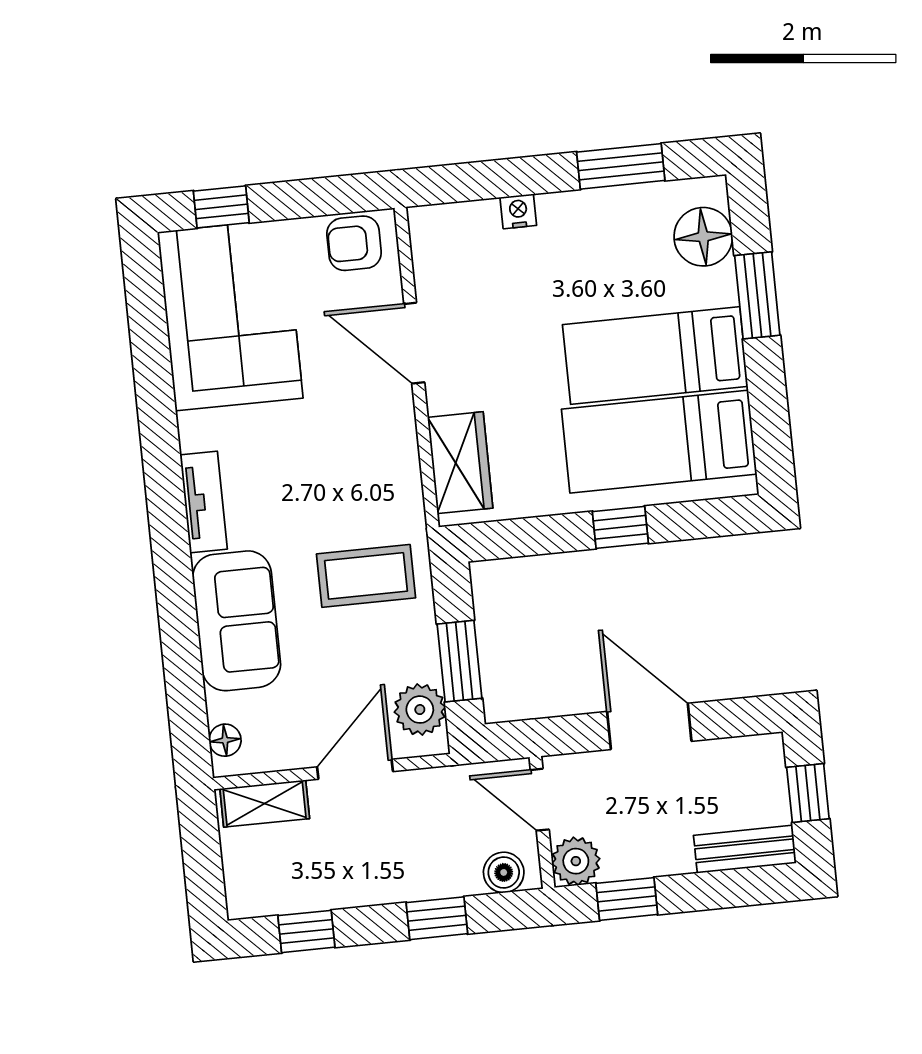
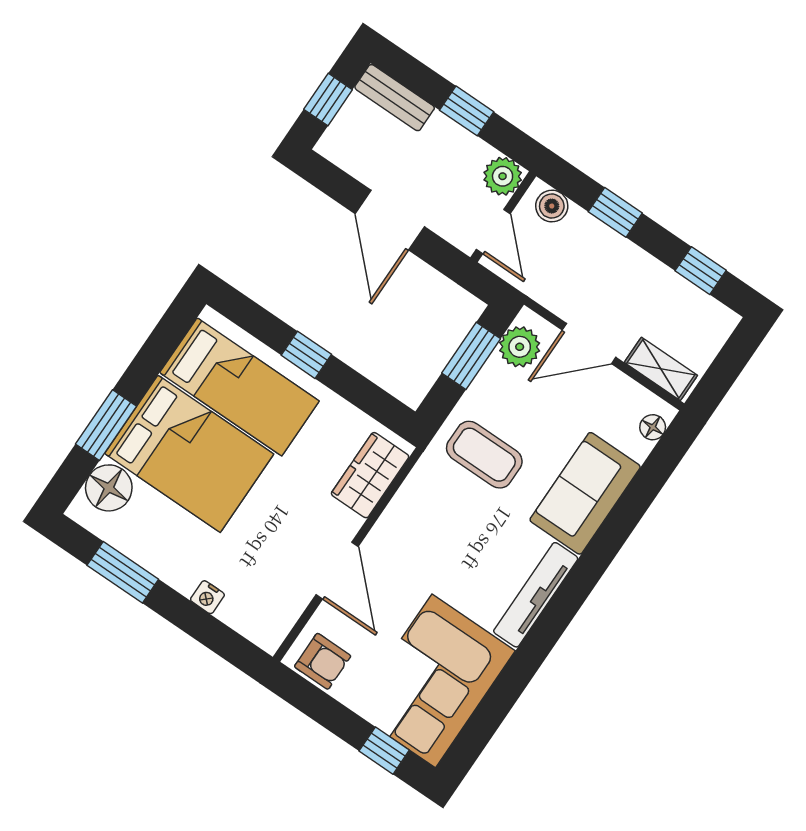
bed: (655, 355) -> (189, 454), width x1.50
tv unit: (204, 502) -> (536, 595), width x1.41
window: (627, 899) -> (467, 111), moved

